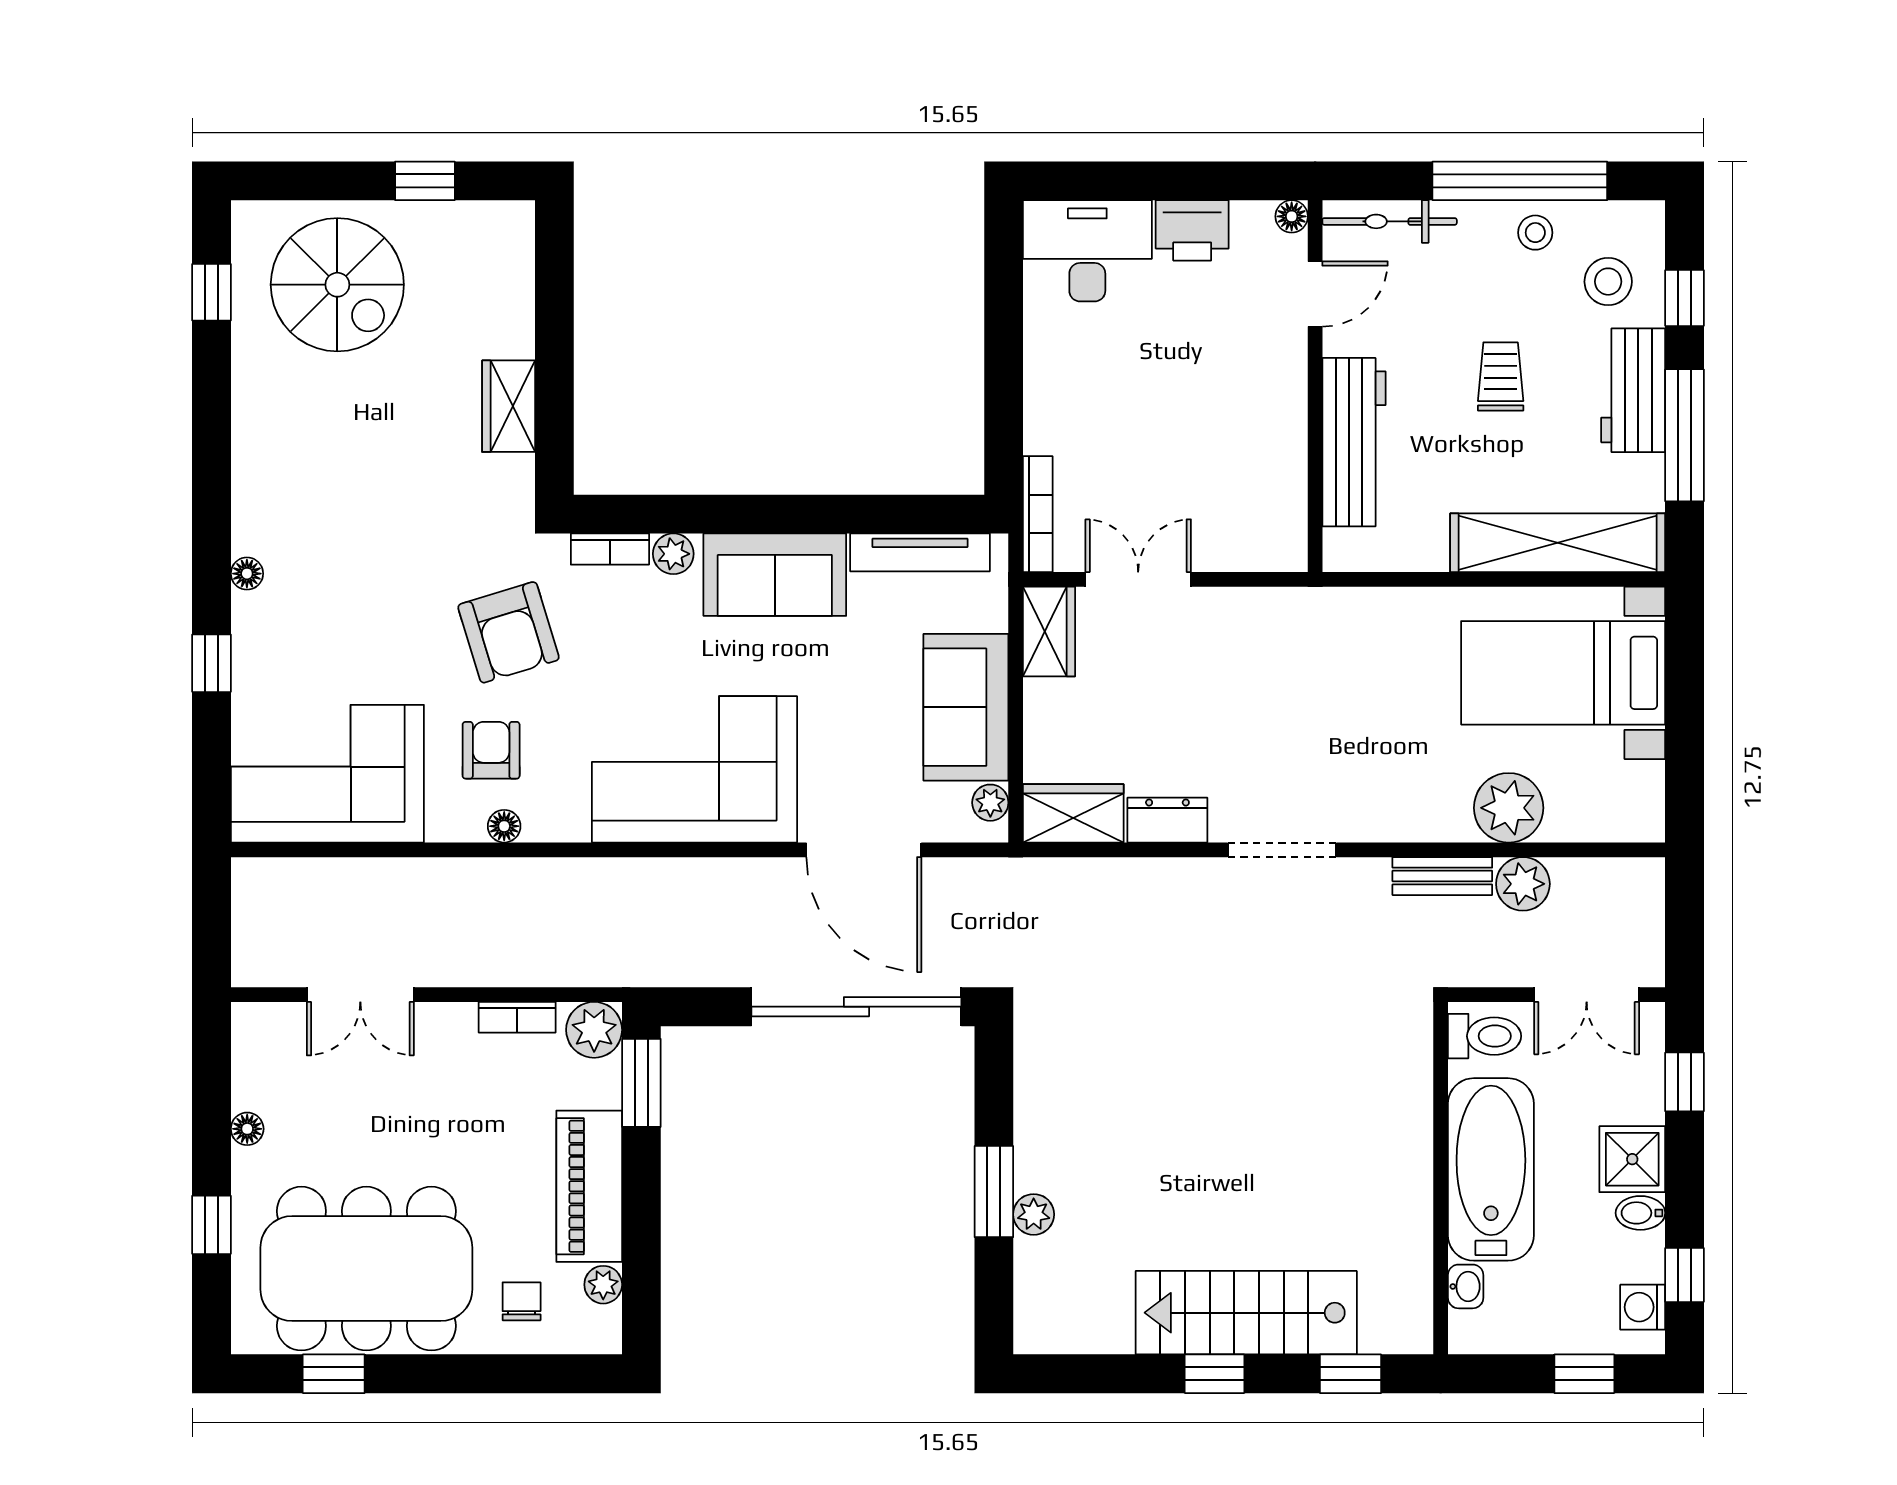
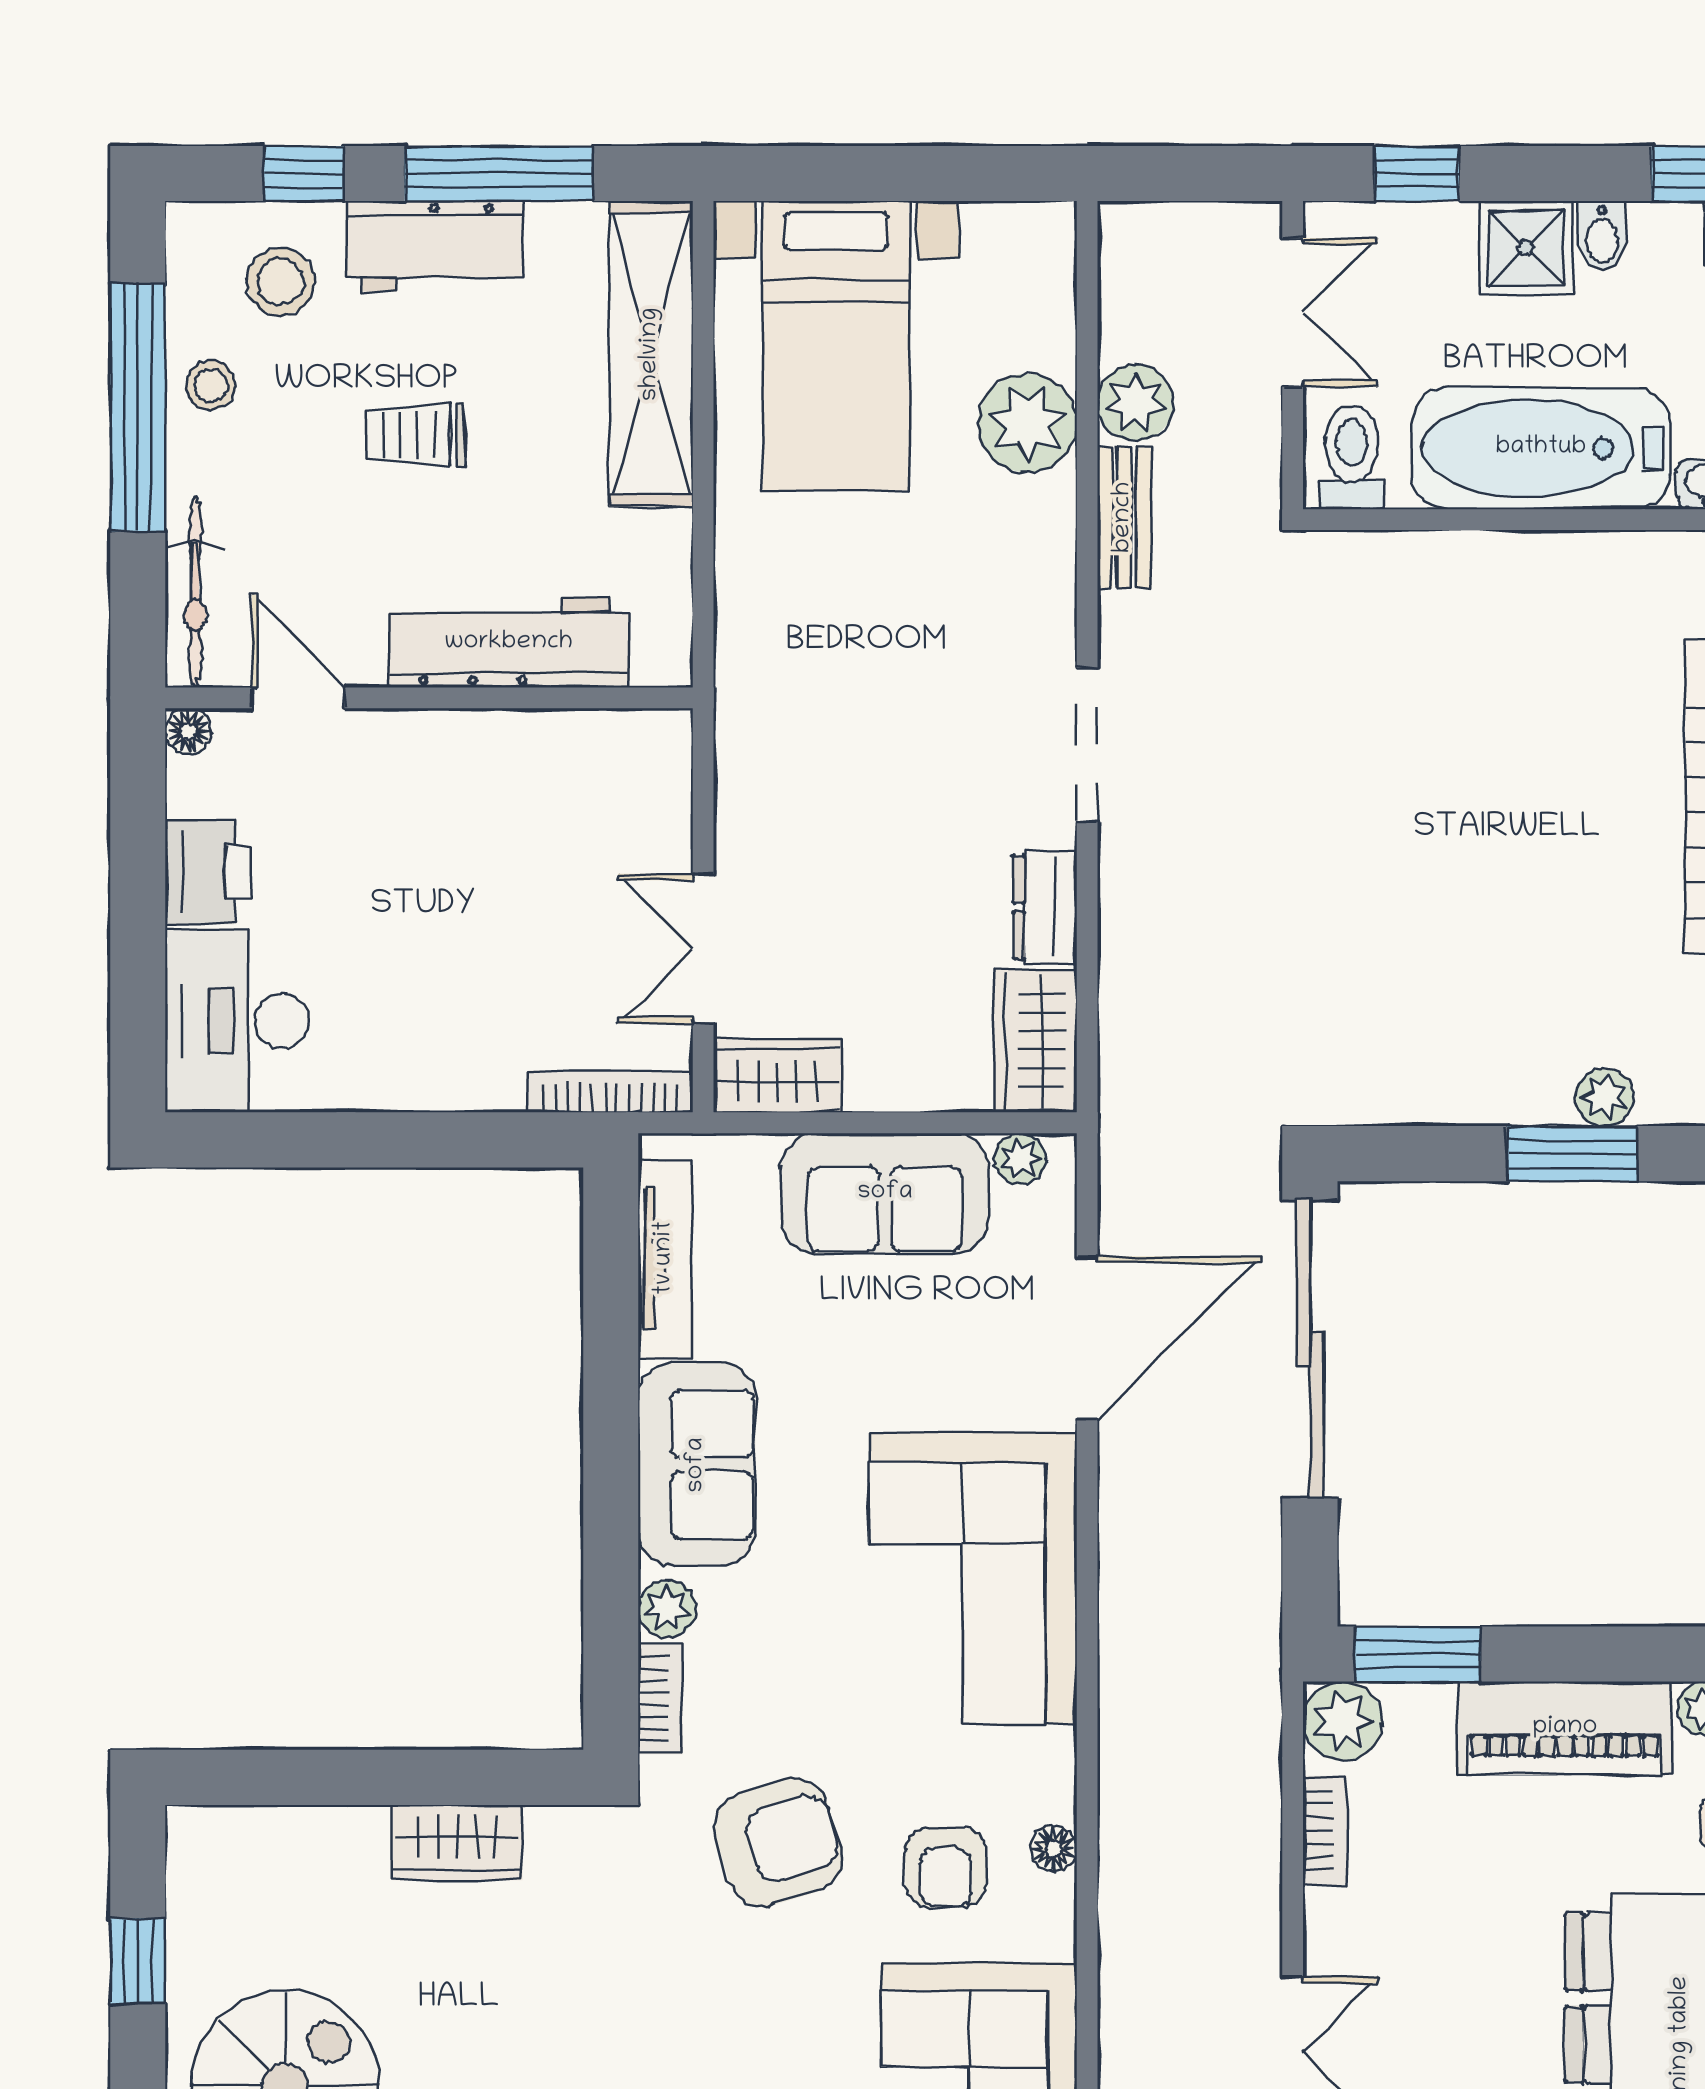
armchair: (491, 750) -> (946, 1867), turned -90

